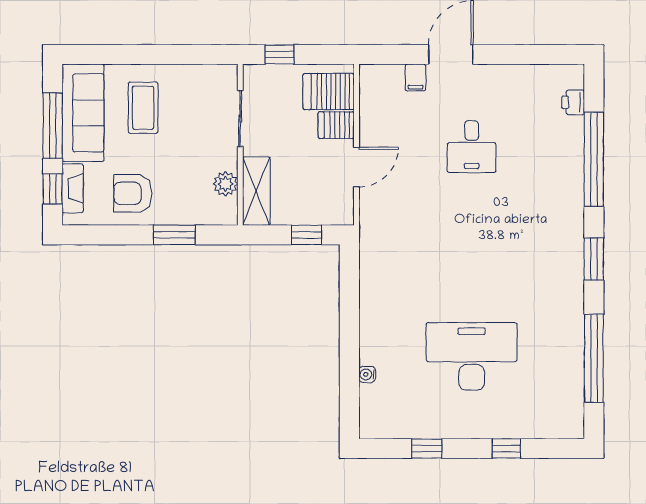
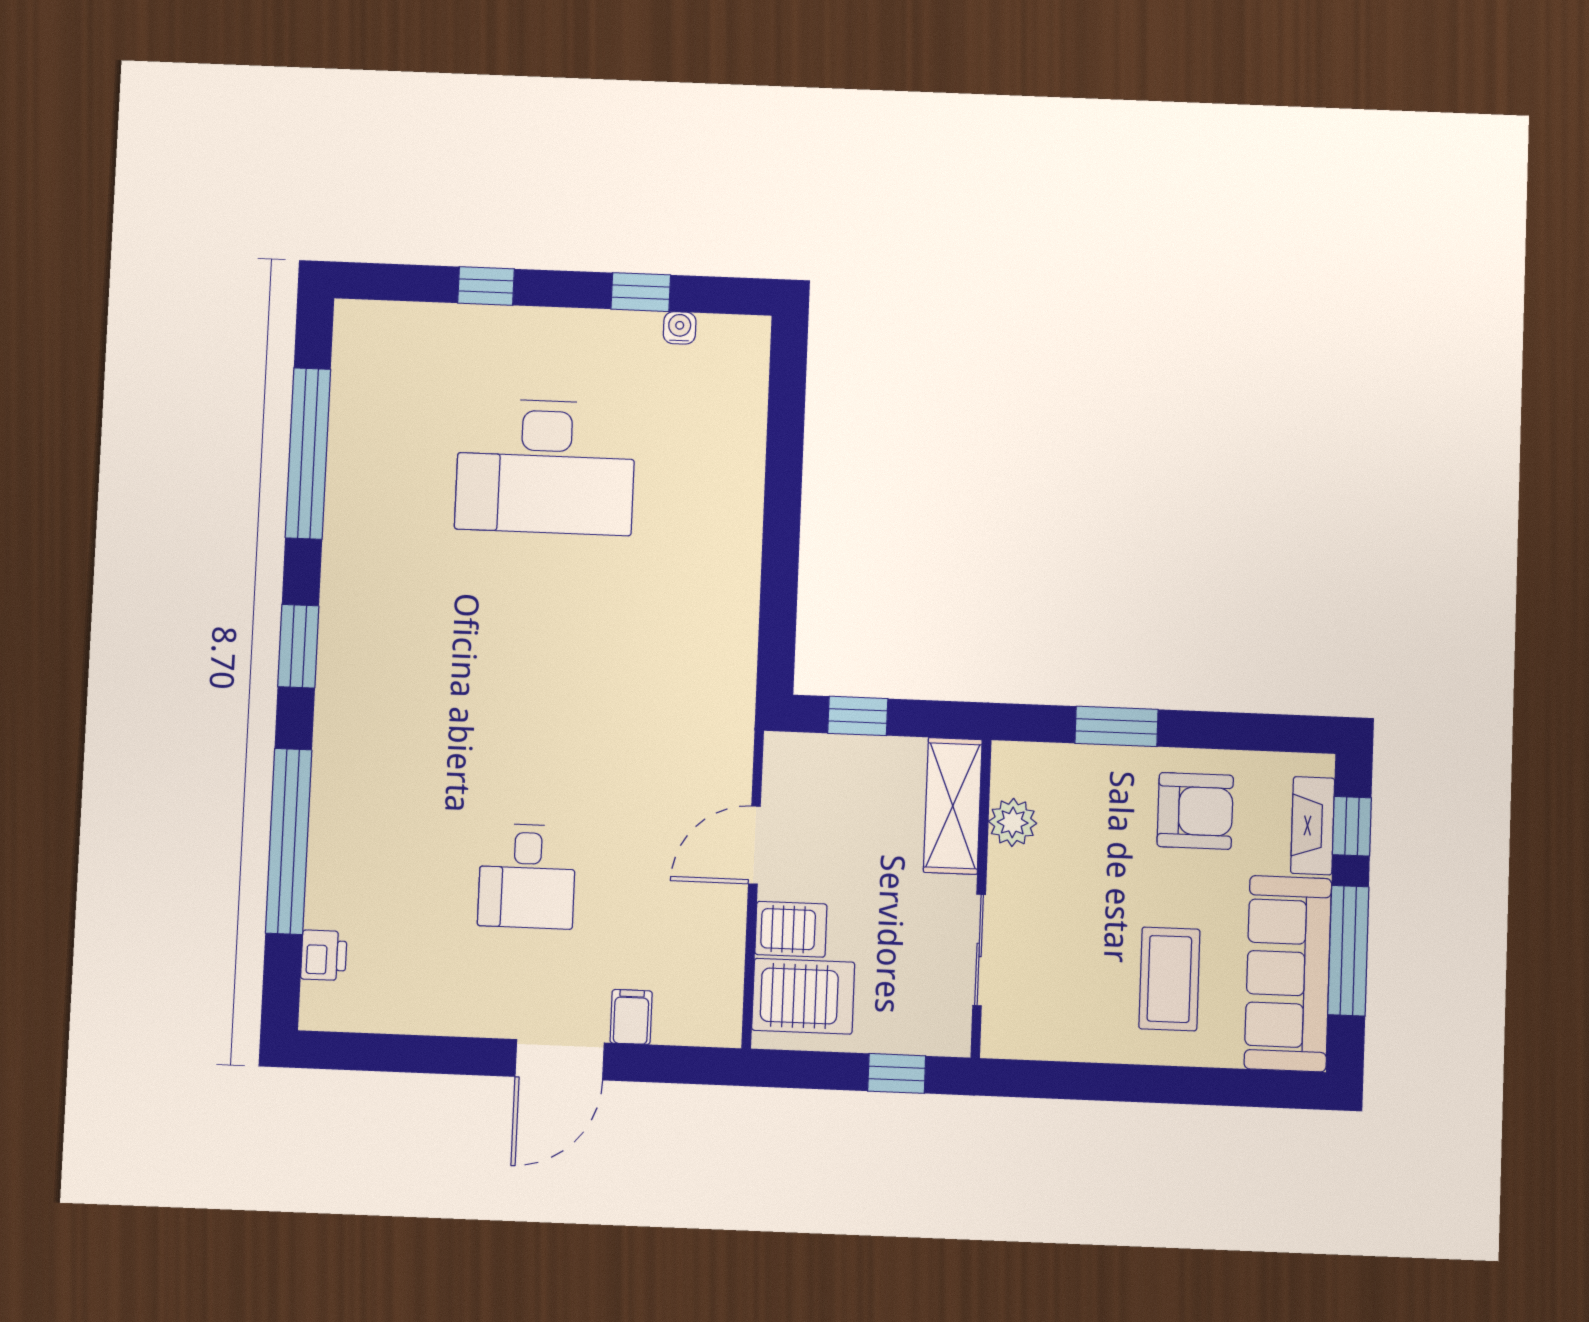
desk: (472, 147) -> (527, 876), turned 180
water cooler: (367, 374) -> (680, 328), moved, turned -90

